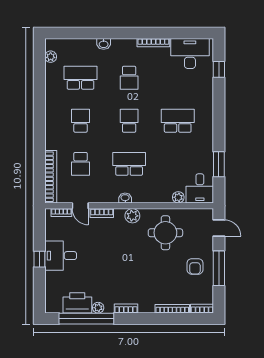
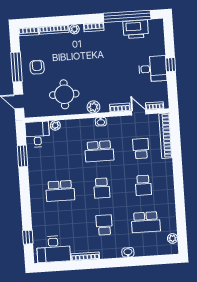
plant: (98, 308) -> (74, 29), moved

